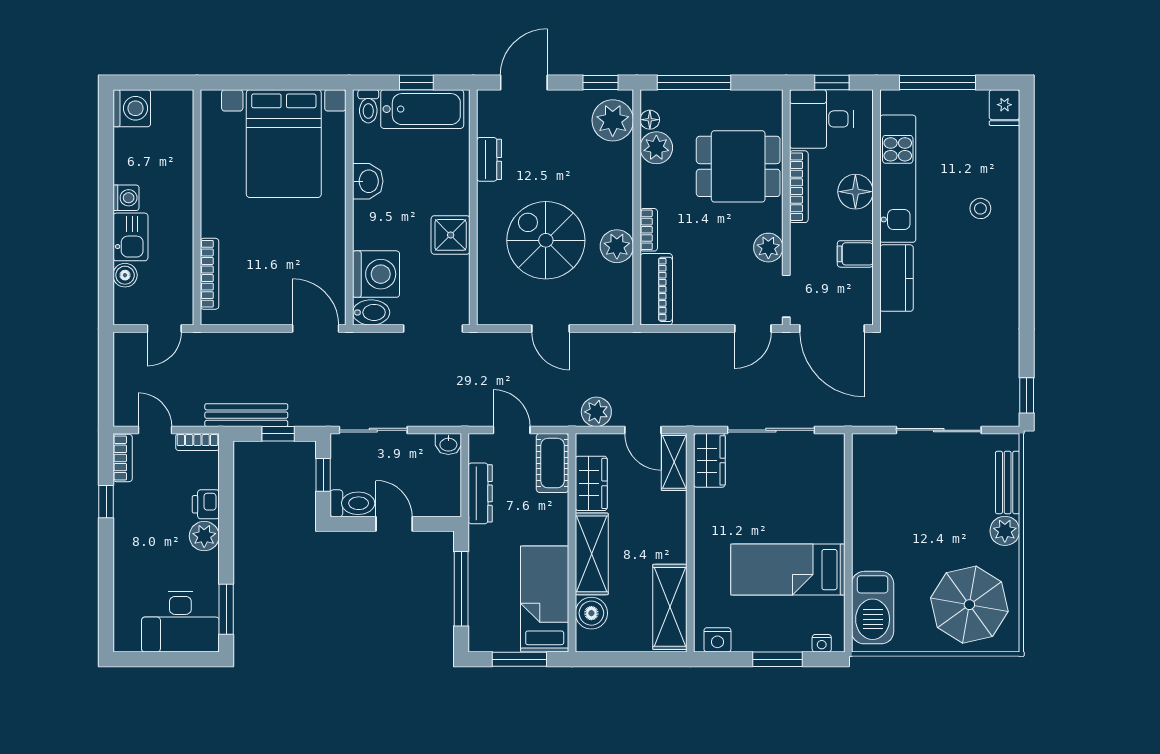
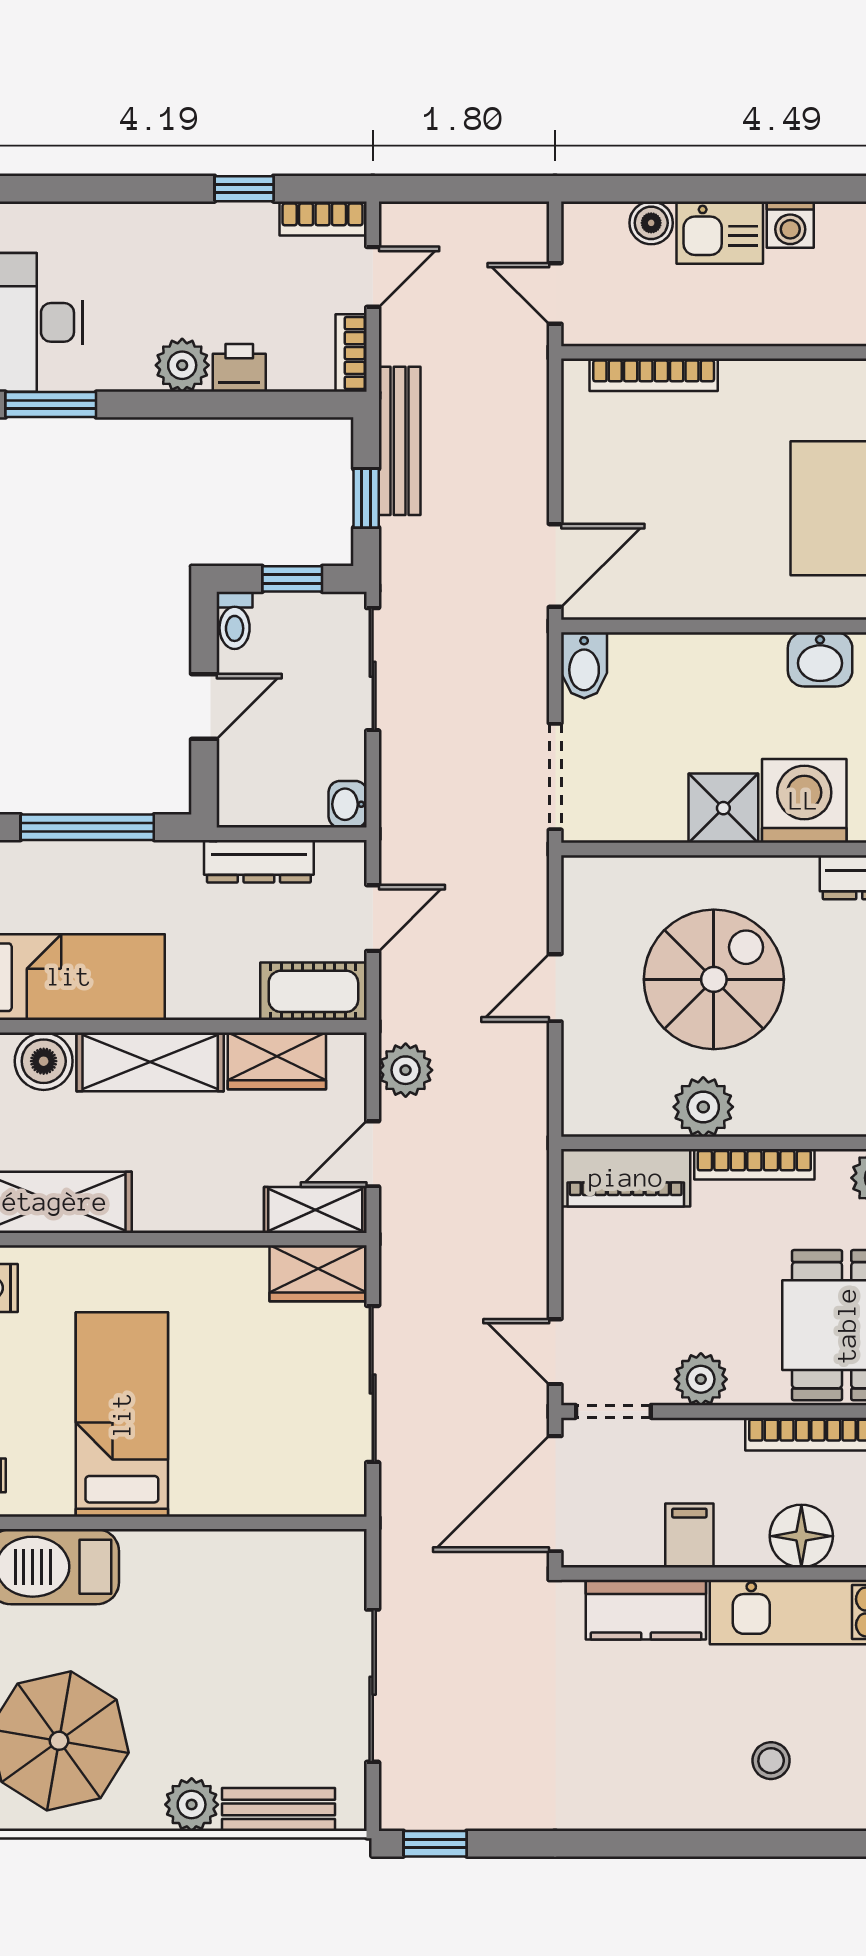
bookcase: (649, 230) -> (754, 1164), width x1.56
washing machine: (376, 274) -> (804, 801), moved, turned 180
toilet: (352, 503) -> (235, 620), width x0.73, depth x0.72

